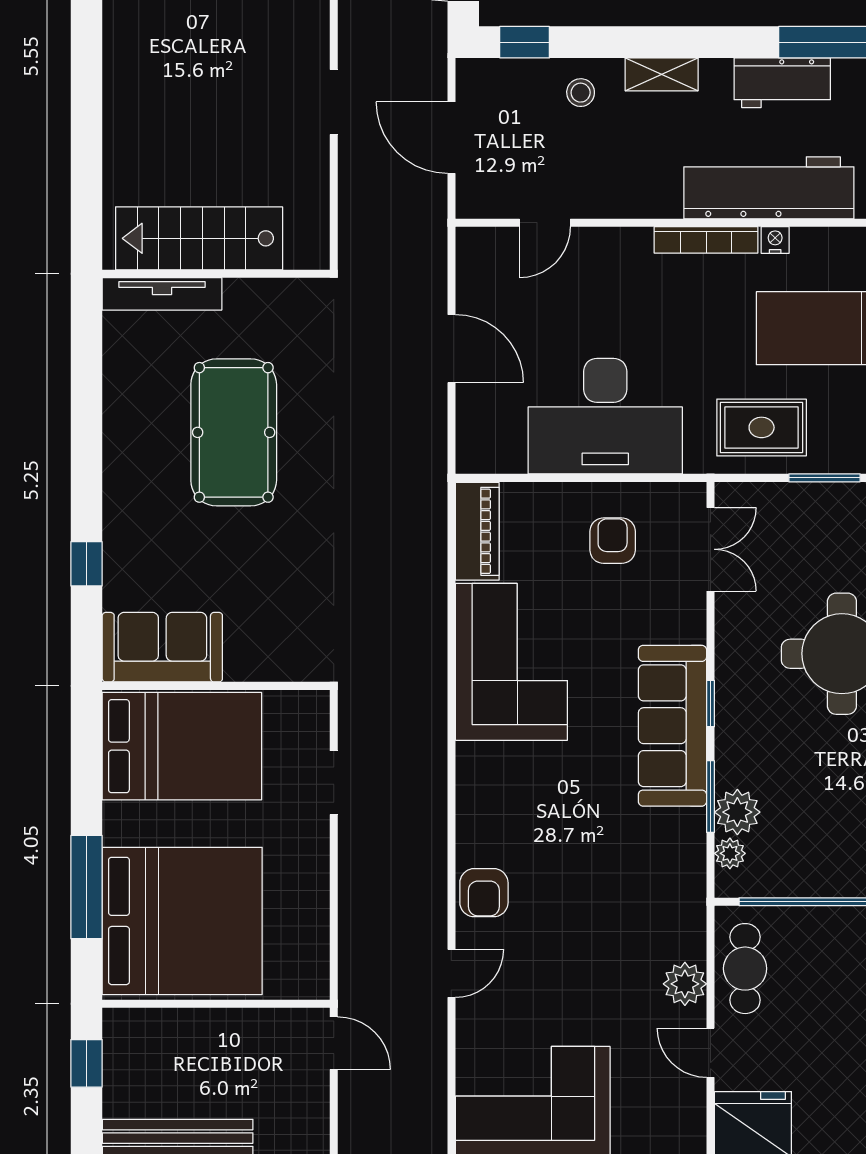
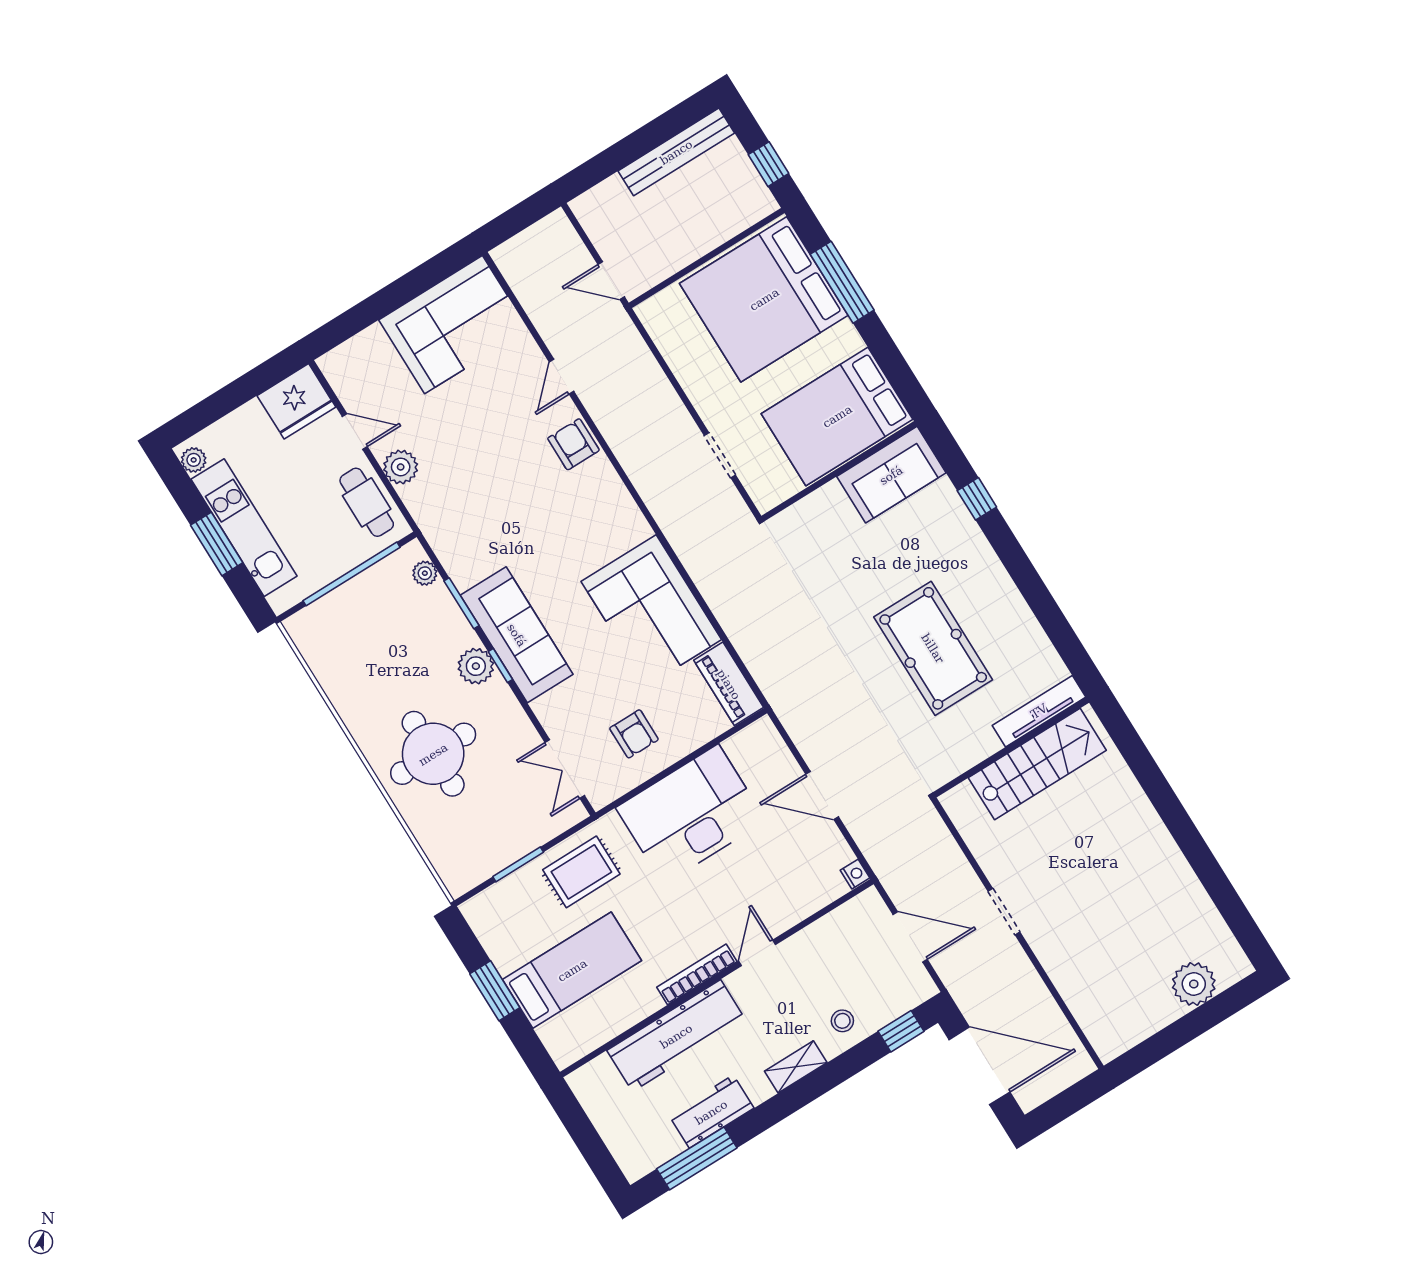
door: (545, 223) -> (757, 953), moved
nightstand: (775, 240) -> (855, 874), moved, turned -90
plant: (737, 812) -> (476, 666), moved

